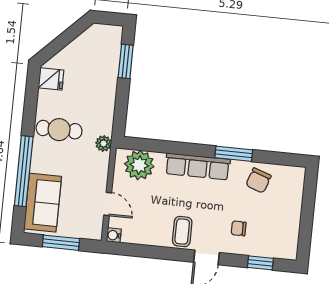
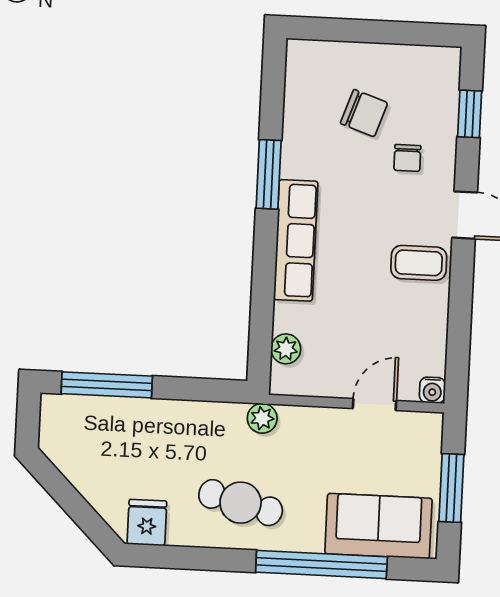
window: (126, 61) -> (107, 385), width x1.44
cafe table: (59, 130) -> (241, 503), turned -76
plant: (139, 165) -> (286, 349), width x0.53, depth x0.53
chair: (258, 180) -> (364, 113), moved

